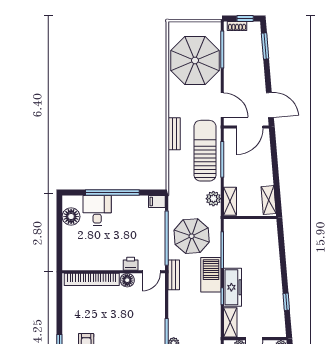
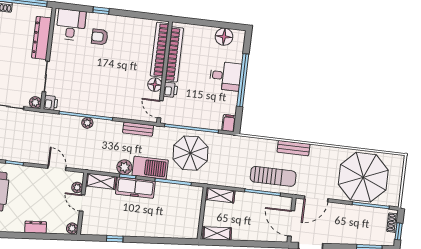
sun lounger: (205, 151) -> (273, 176), width x0.73, depth x0.75
plant: (213, 199) -> (124, 167), moved
desk: (97, 210) -> (225, 76), moved
bookcase: (95, 264) -> (174, 54), added
bench: (174, 275) -> (138, 129), moved

